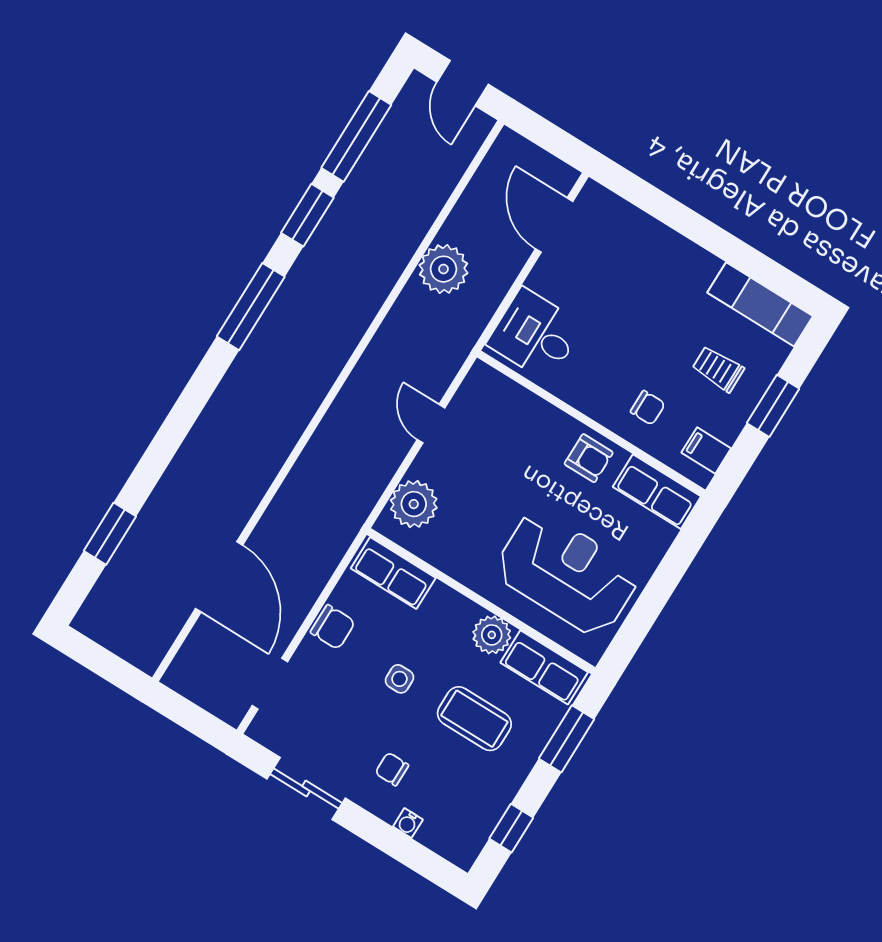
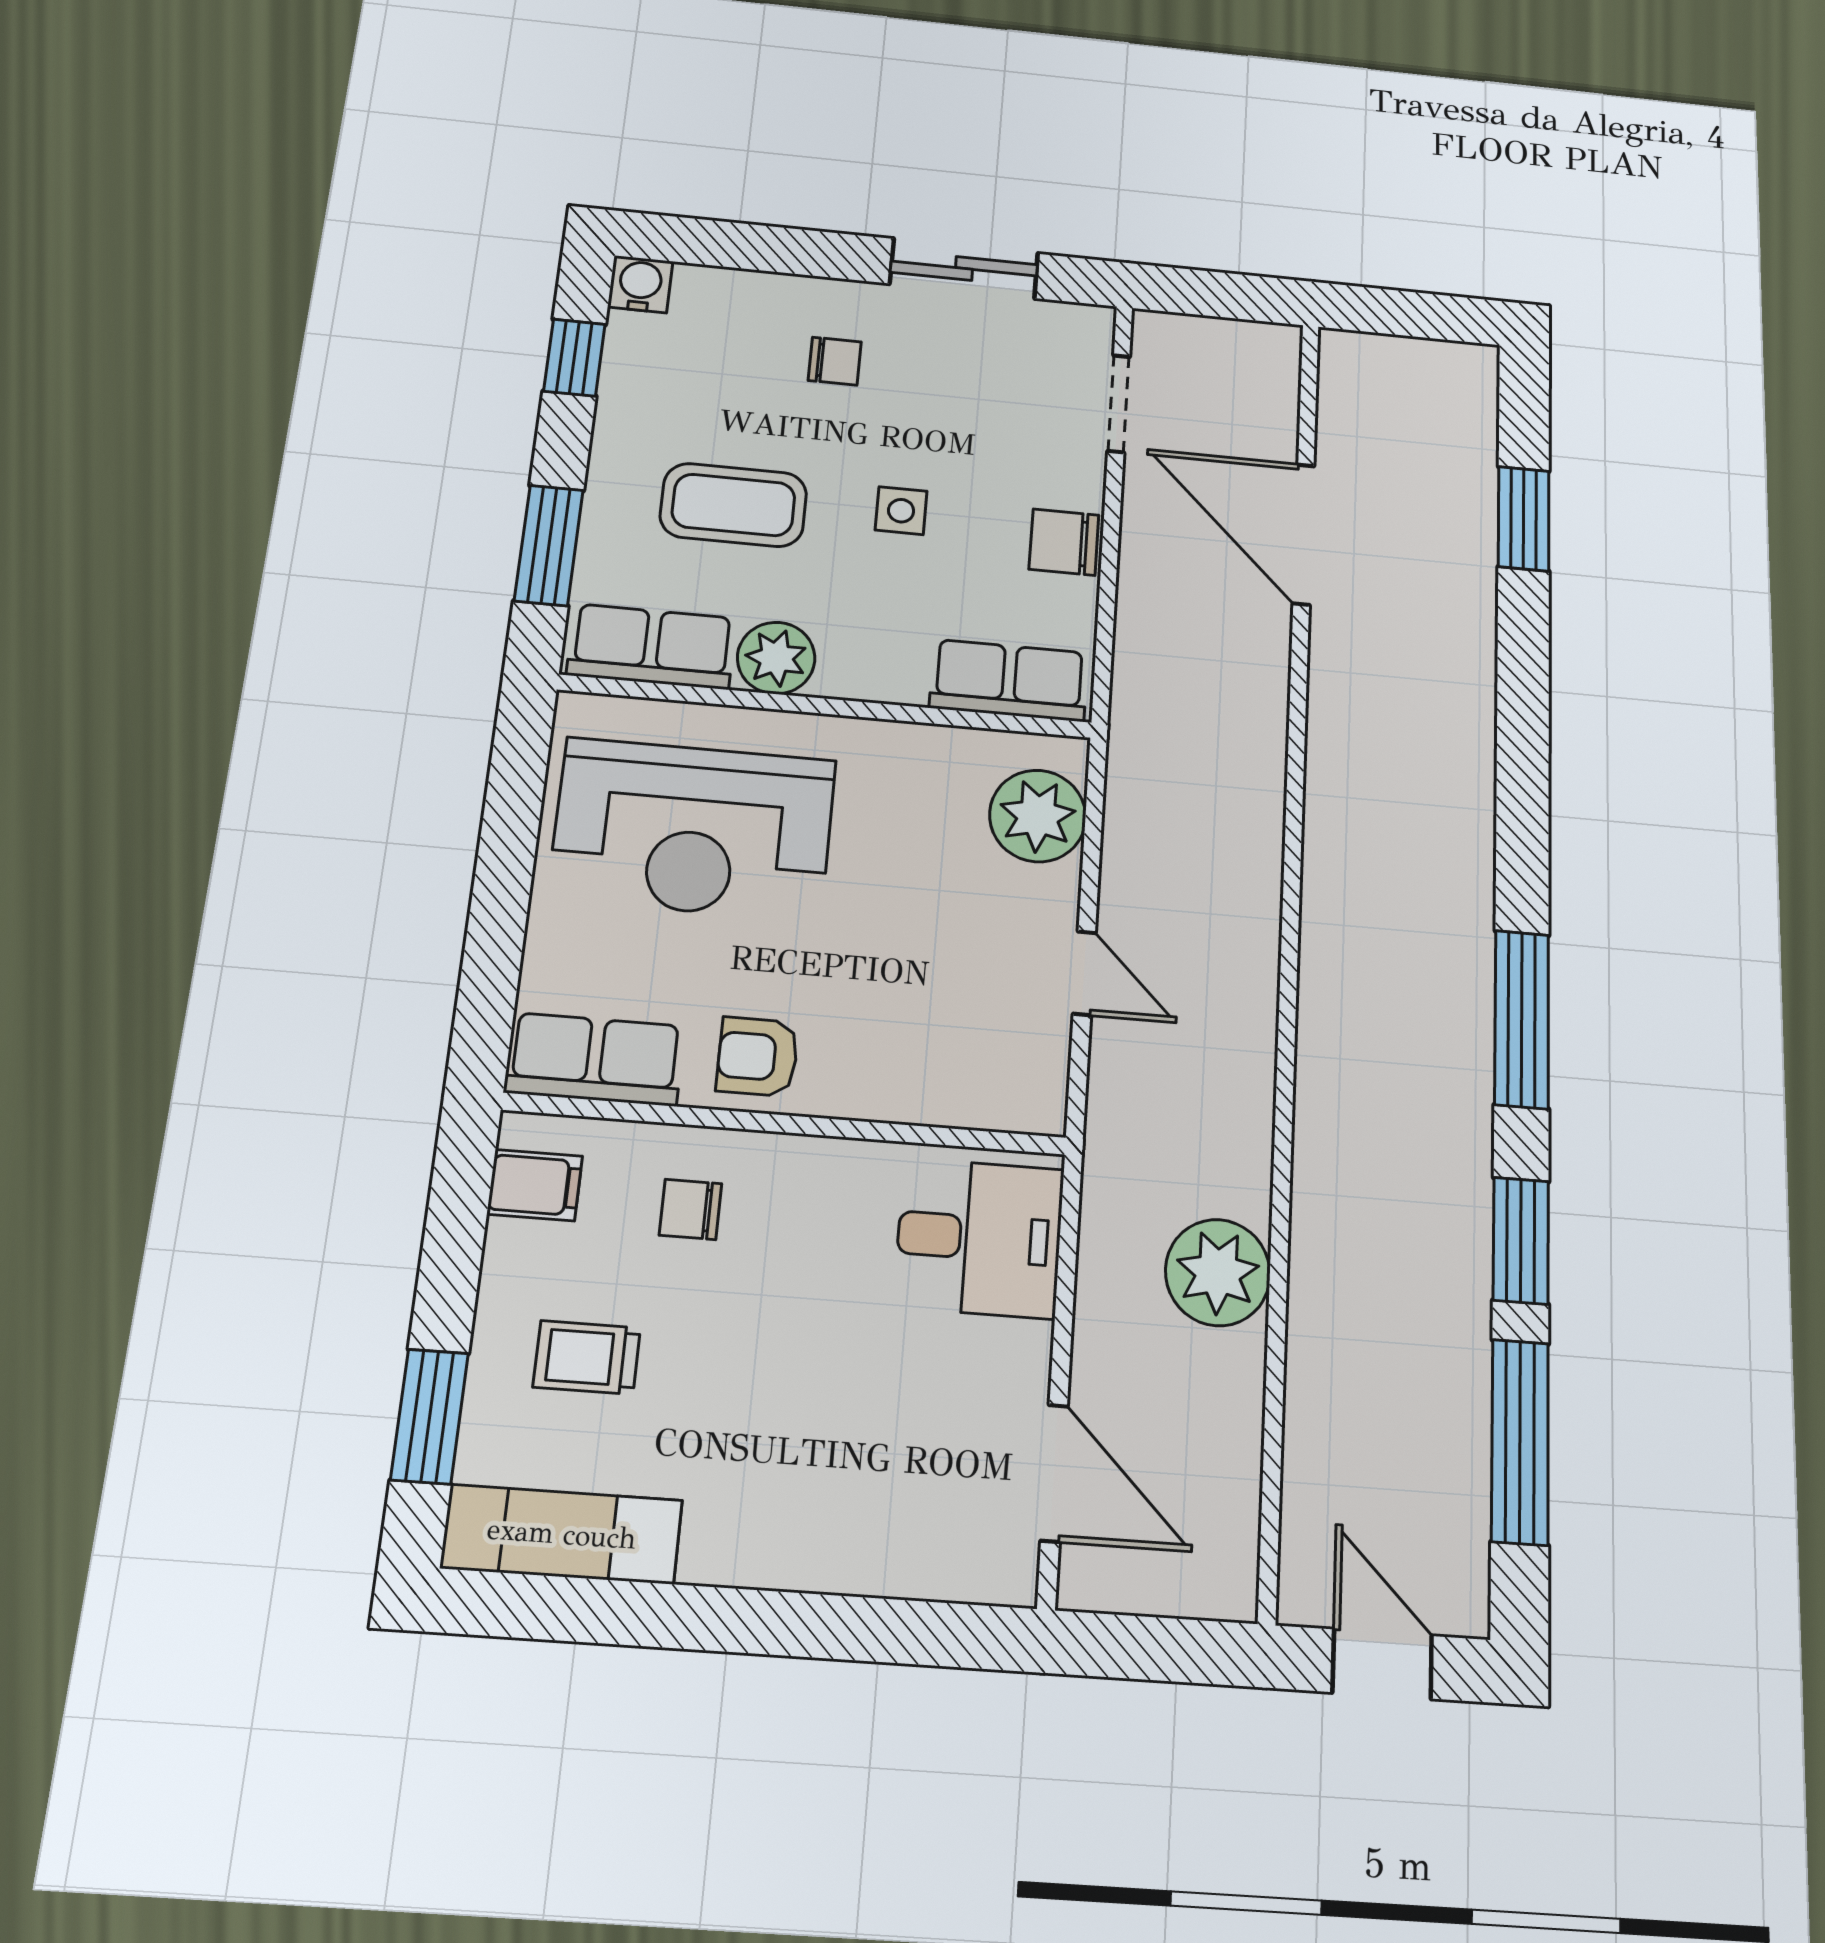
trolley: (718, 369) -> (587, 1357), turned 180
window: (773, 406) -> (430, 1416), moved
water cooler: (408, 823) -> (640, 284), moved, width x1.38, depth x1.38

